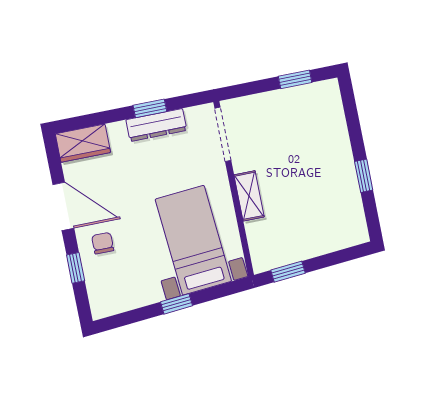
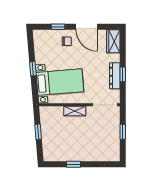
window: (295, 79) -> (123, 132), moved
door: (63, 206) -> (87, 27), hinge flipped
window: (288, 272) -> (38, 132), moved

